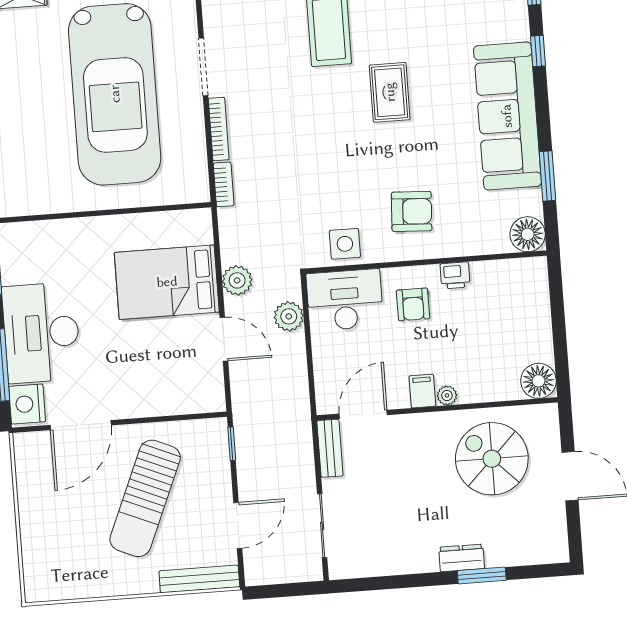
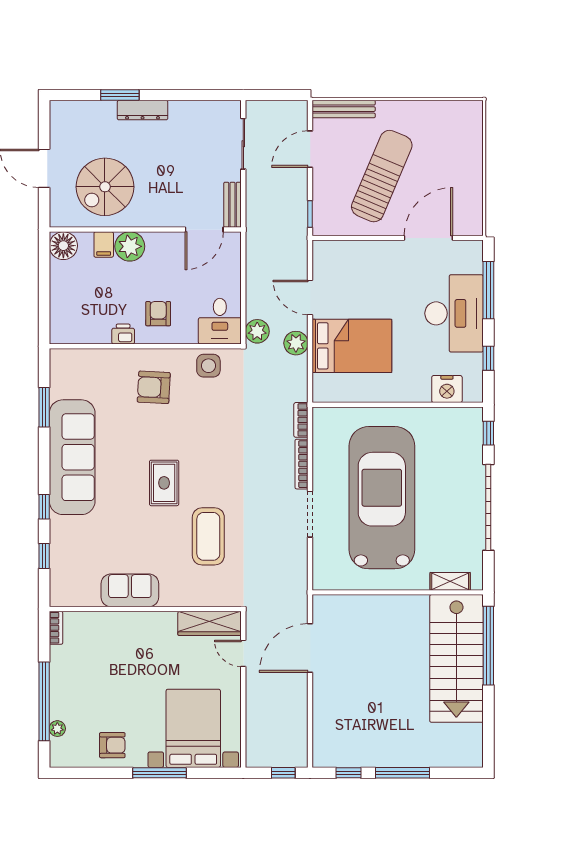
floor lamp: (528, 234) -> (63, 362), removed
desk: (345, 300) -> (220, 321), width x0.73
plant: (289, 316) -> (257, 331), moved
filing cabinet: (422, 391) -> (104, 244), moved
plant: (447, 395) -> (130, 246), width x1.88, depth x1.88
nightstand: (27, 404) -> (447, 389), moved, turned 90
spiral stairs: (492, 459) -> (105, 187), turned 90
dresser: (462, 558) -> (143, 110), width x1.44

